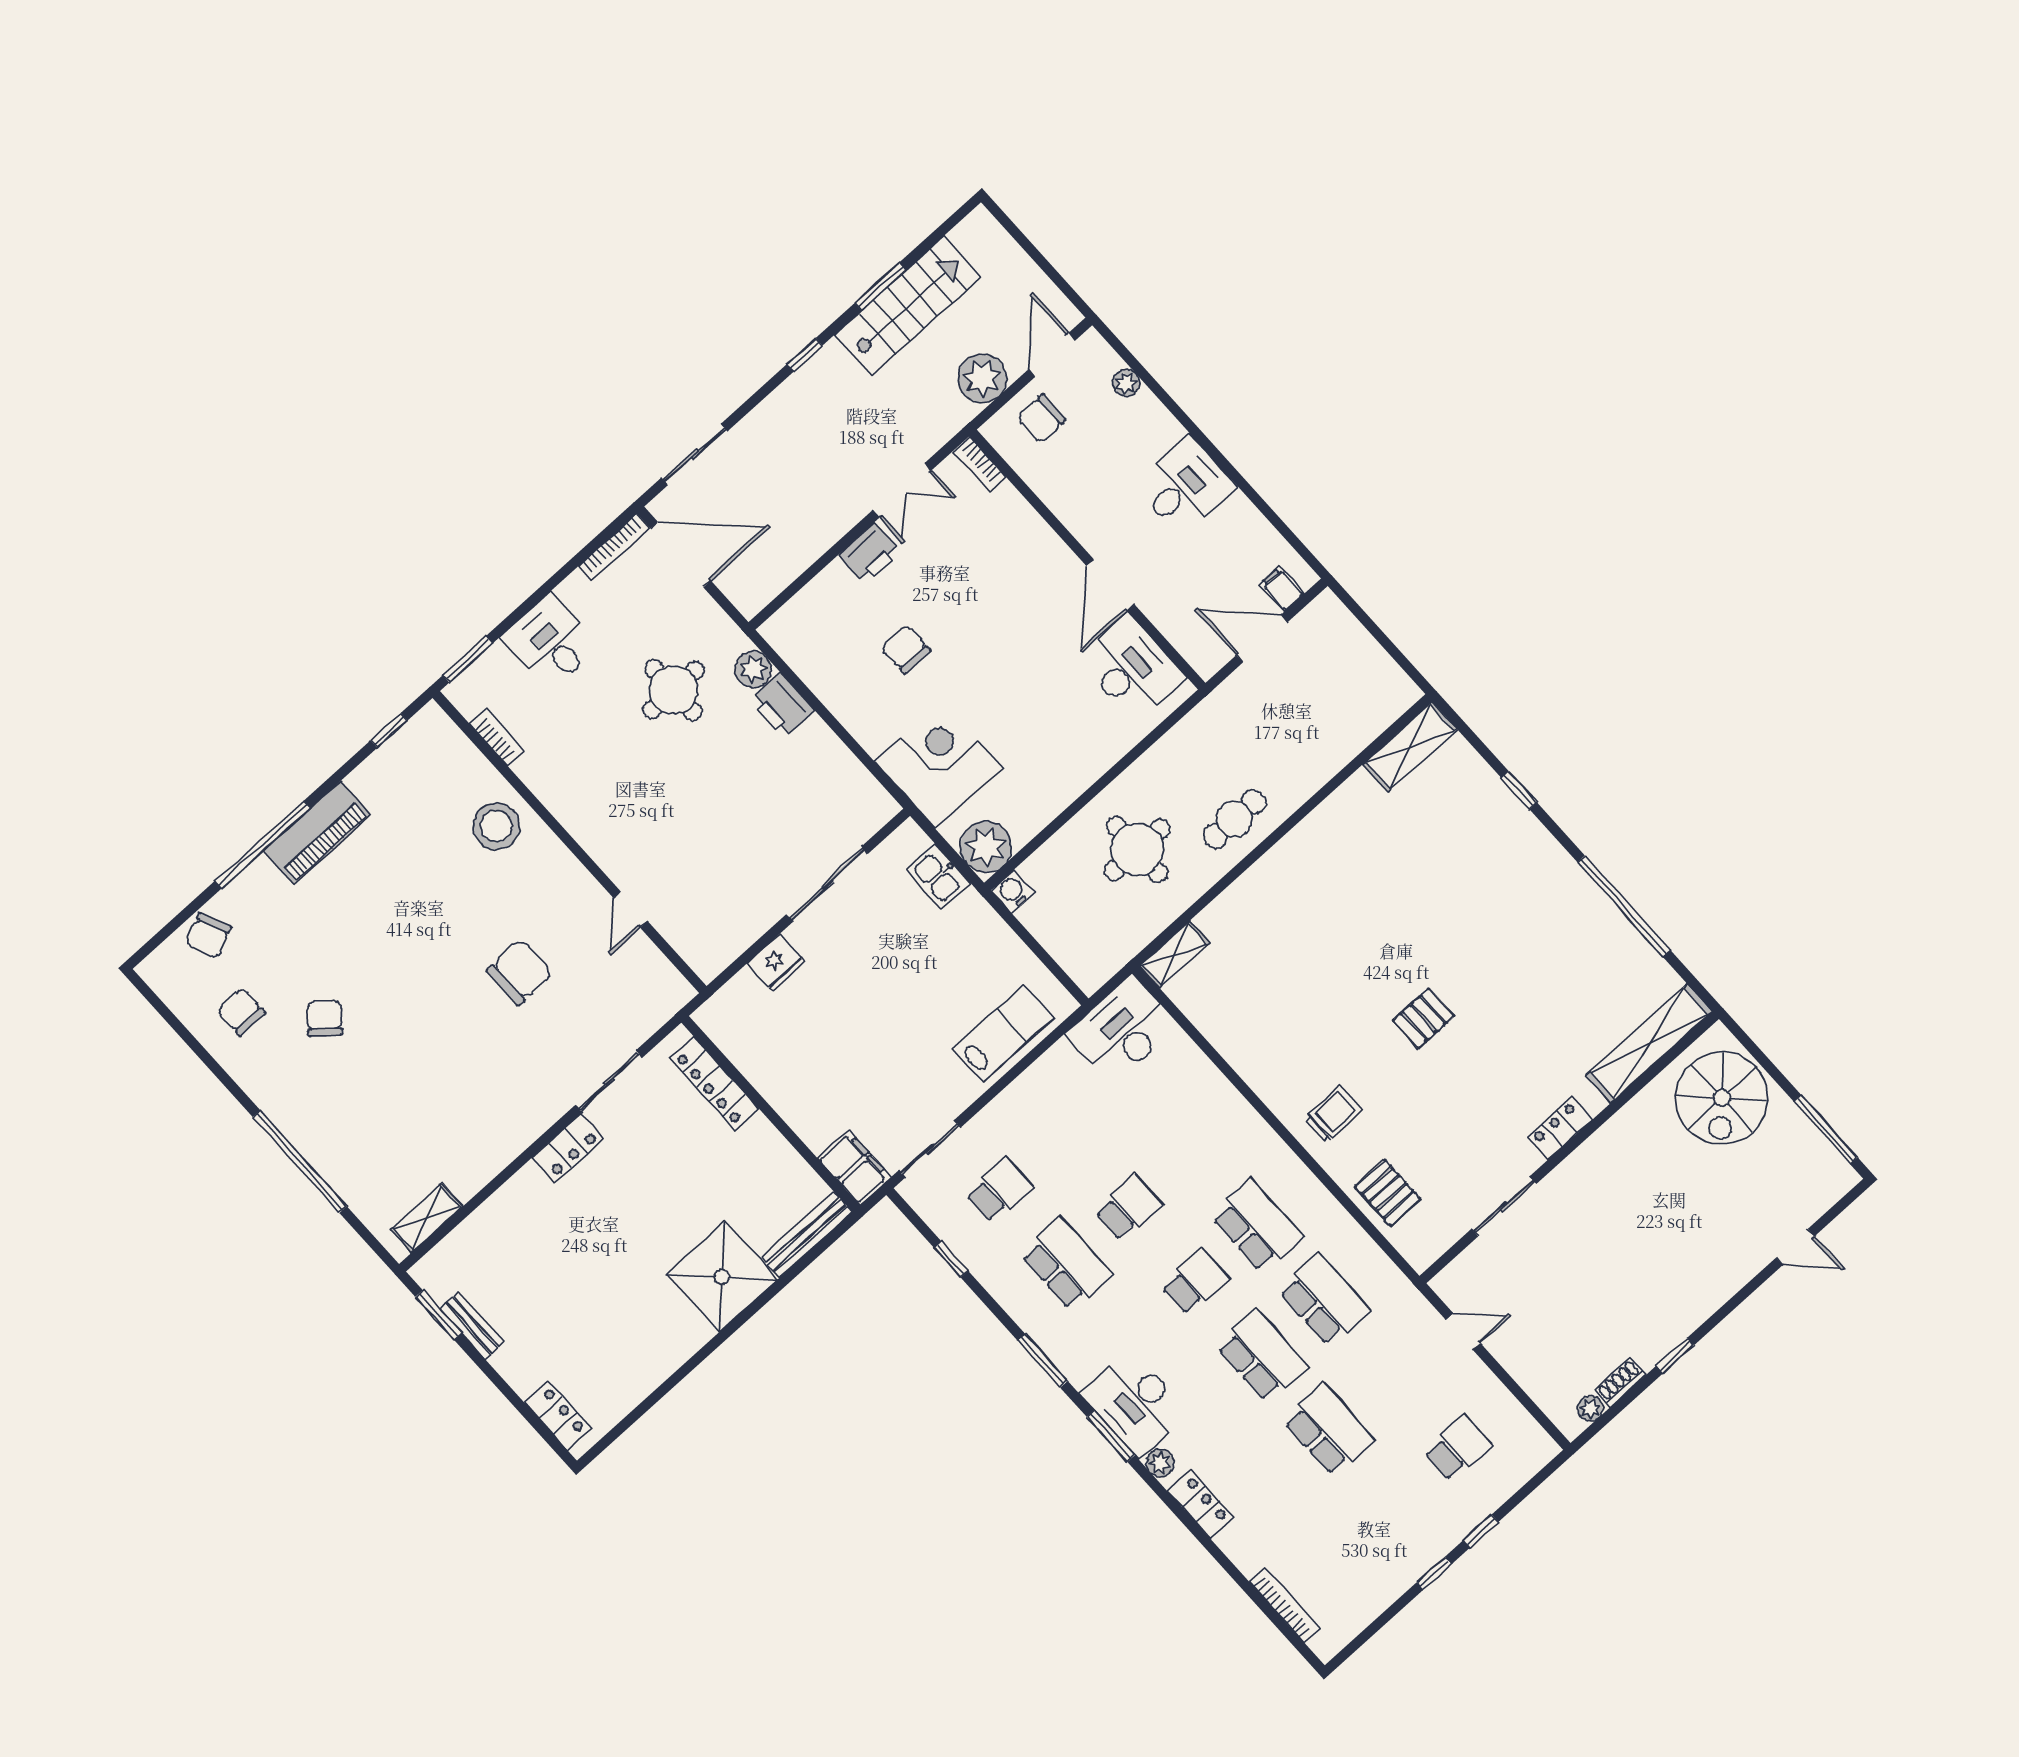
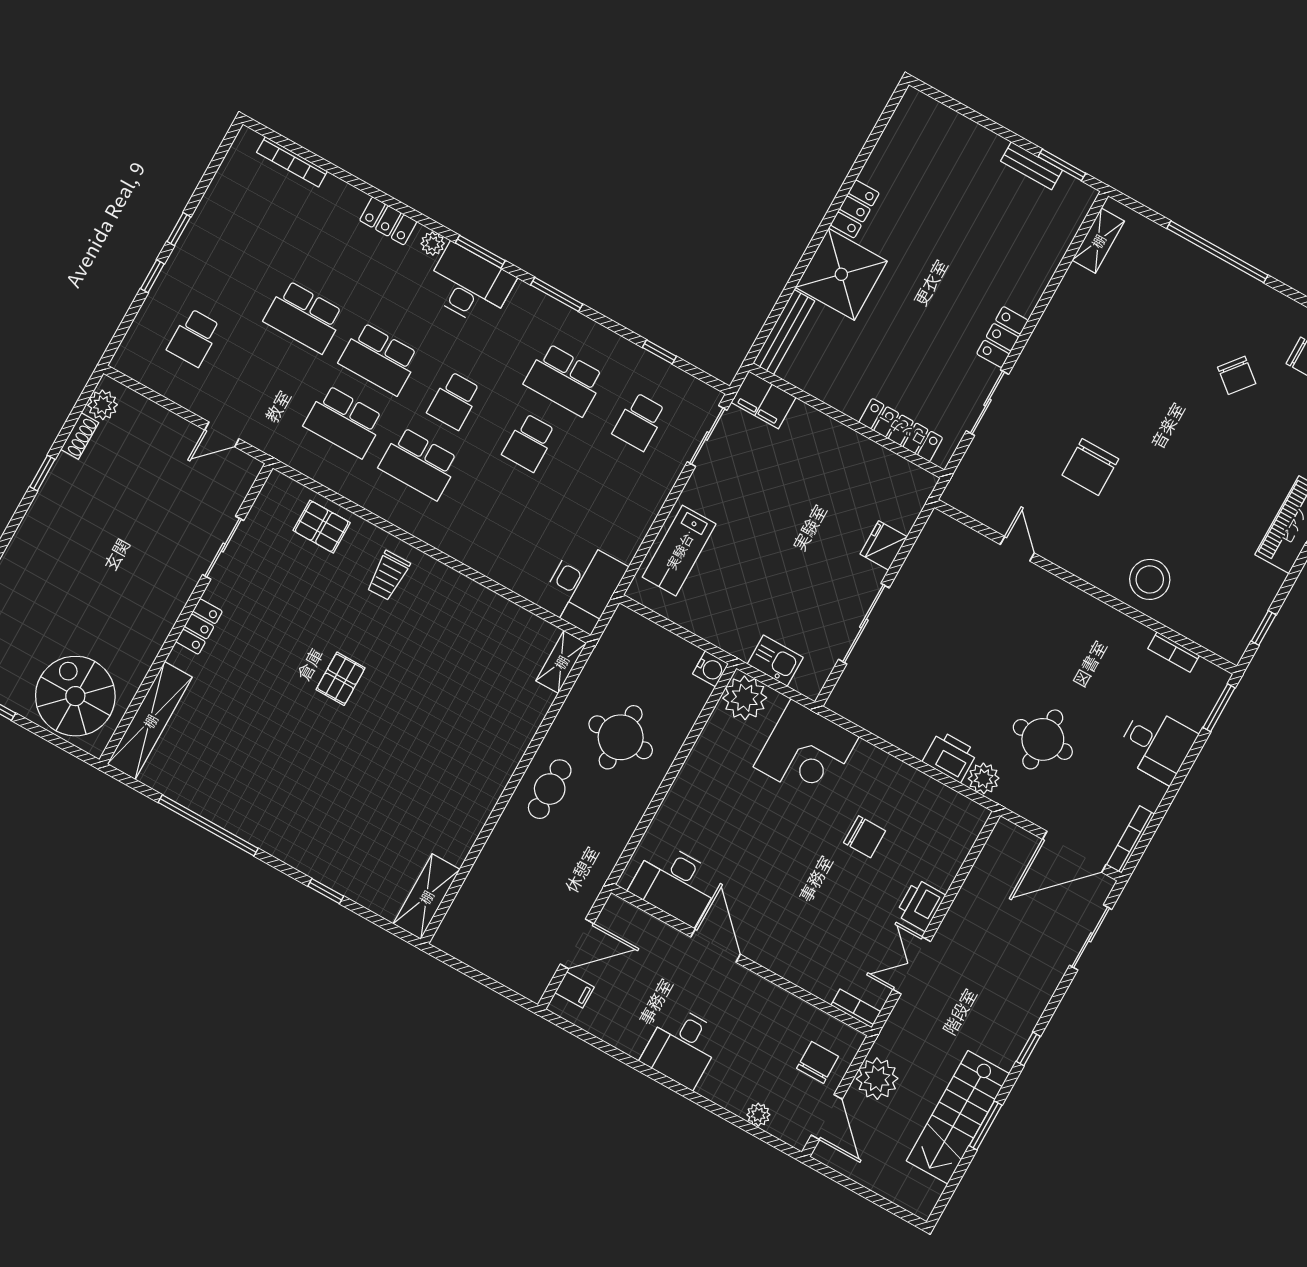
plant: (1590, 1409) -> (103, 405), width x1.38, depth x1.38
locker: (558, 1416) -> (855, 209), moved, turned -90

